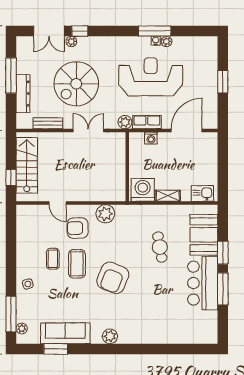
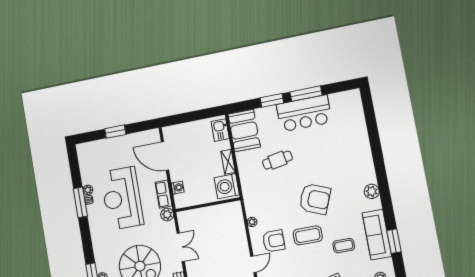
double door: (88, 130) -> (181, 247), swing flipped
plant: (105, 214) -> (252, 222), width x0.53, depth x0.53
armchair: (78, 228) -> (274, 241), turned -90
booth: (204, 235) -> (244, 130), moved, turned 90
coffee table: (53, 259) -> (344, 246), moved

